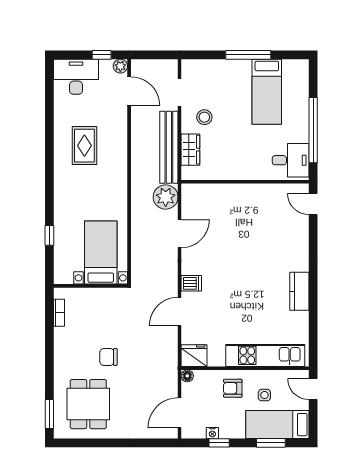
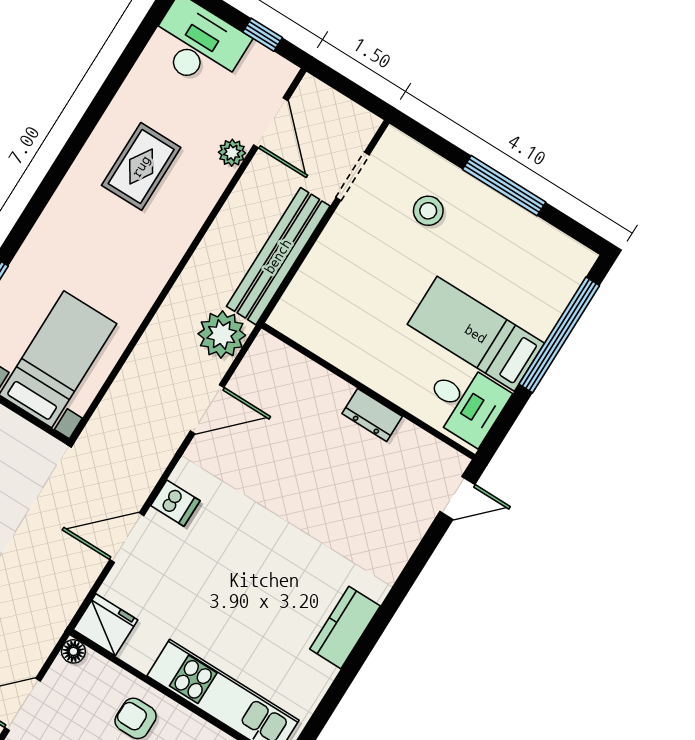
plant: (120, 66) -> (232, 153), moved
bed: (267, 92) -> (476, 334), moved, turned 90
stool: (204, 117) -> (428, 211), moved
window: (313, 130) -> (559, 335), moved
wardrobe: (190, 150) -> (311, 282), removed
dresser: (253, 191) -> (372, 415), added
door: (313, 204) -> (457, 498), swing flipped

